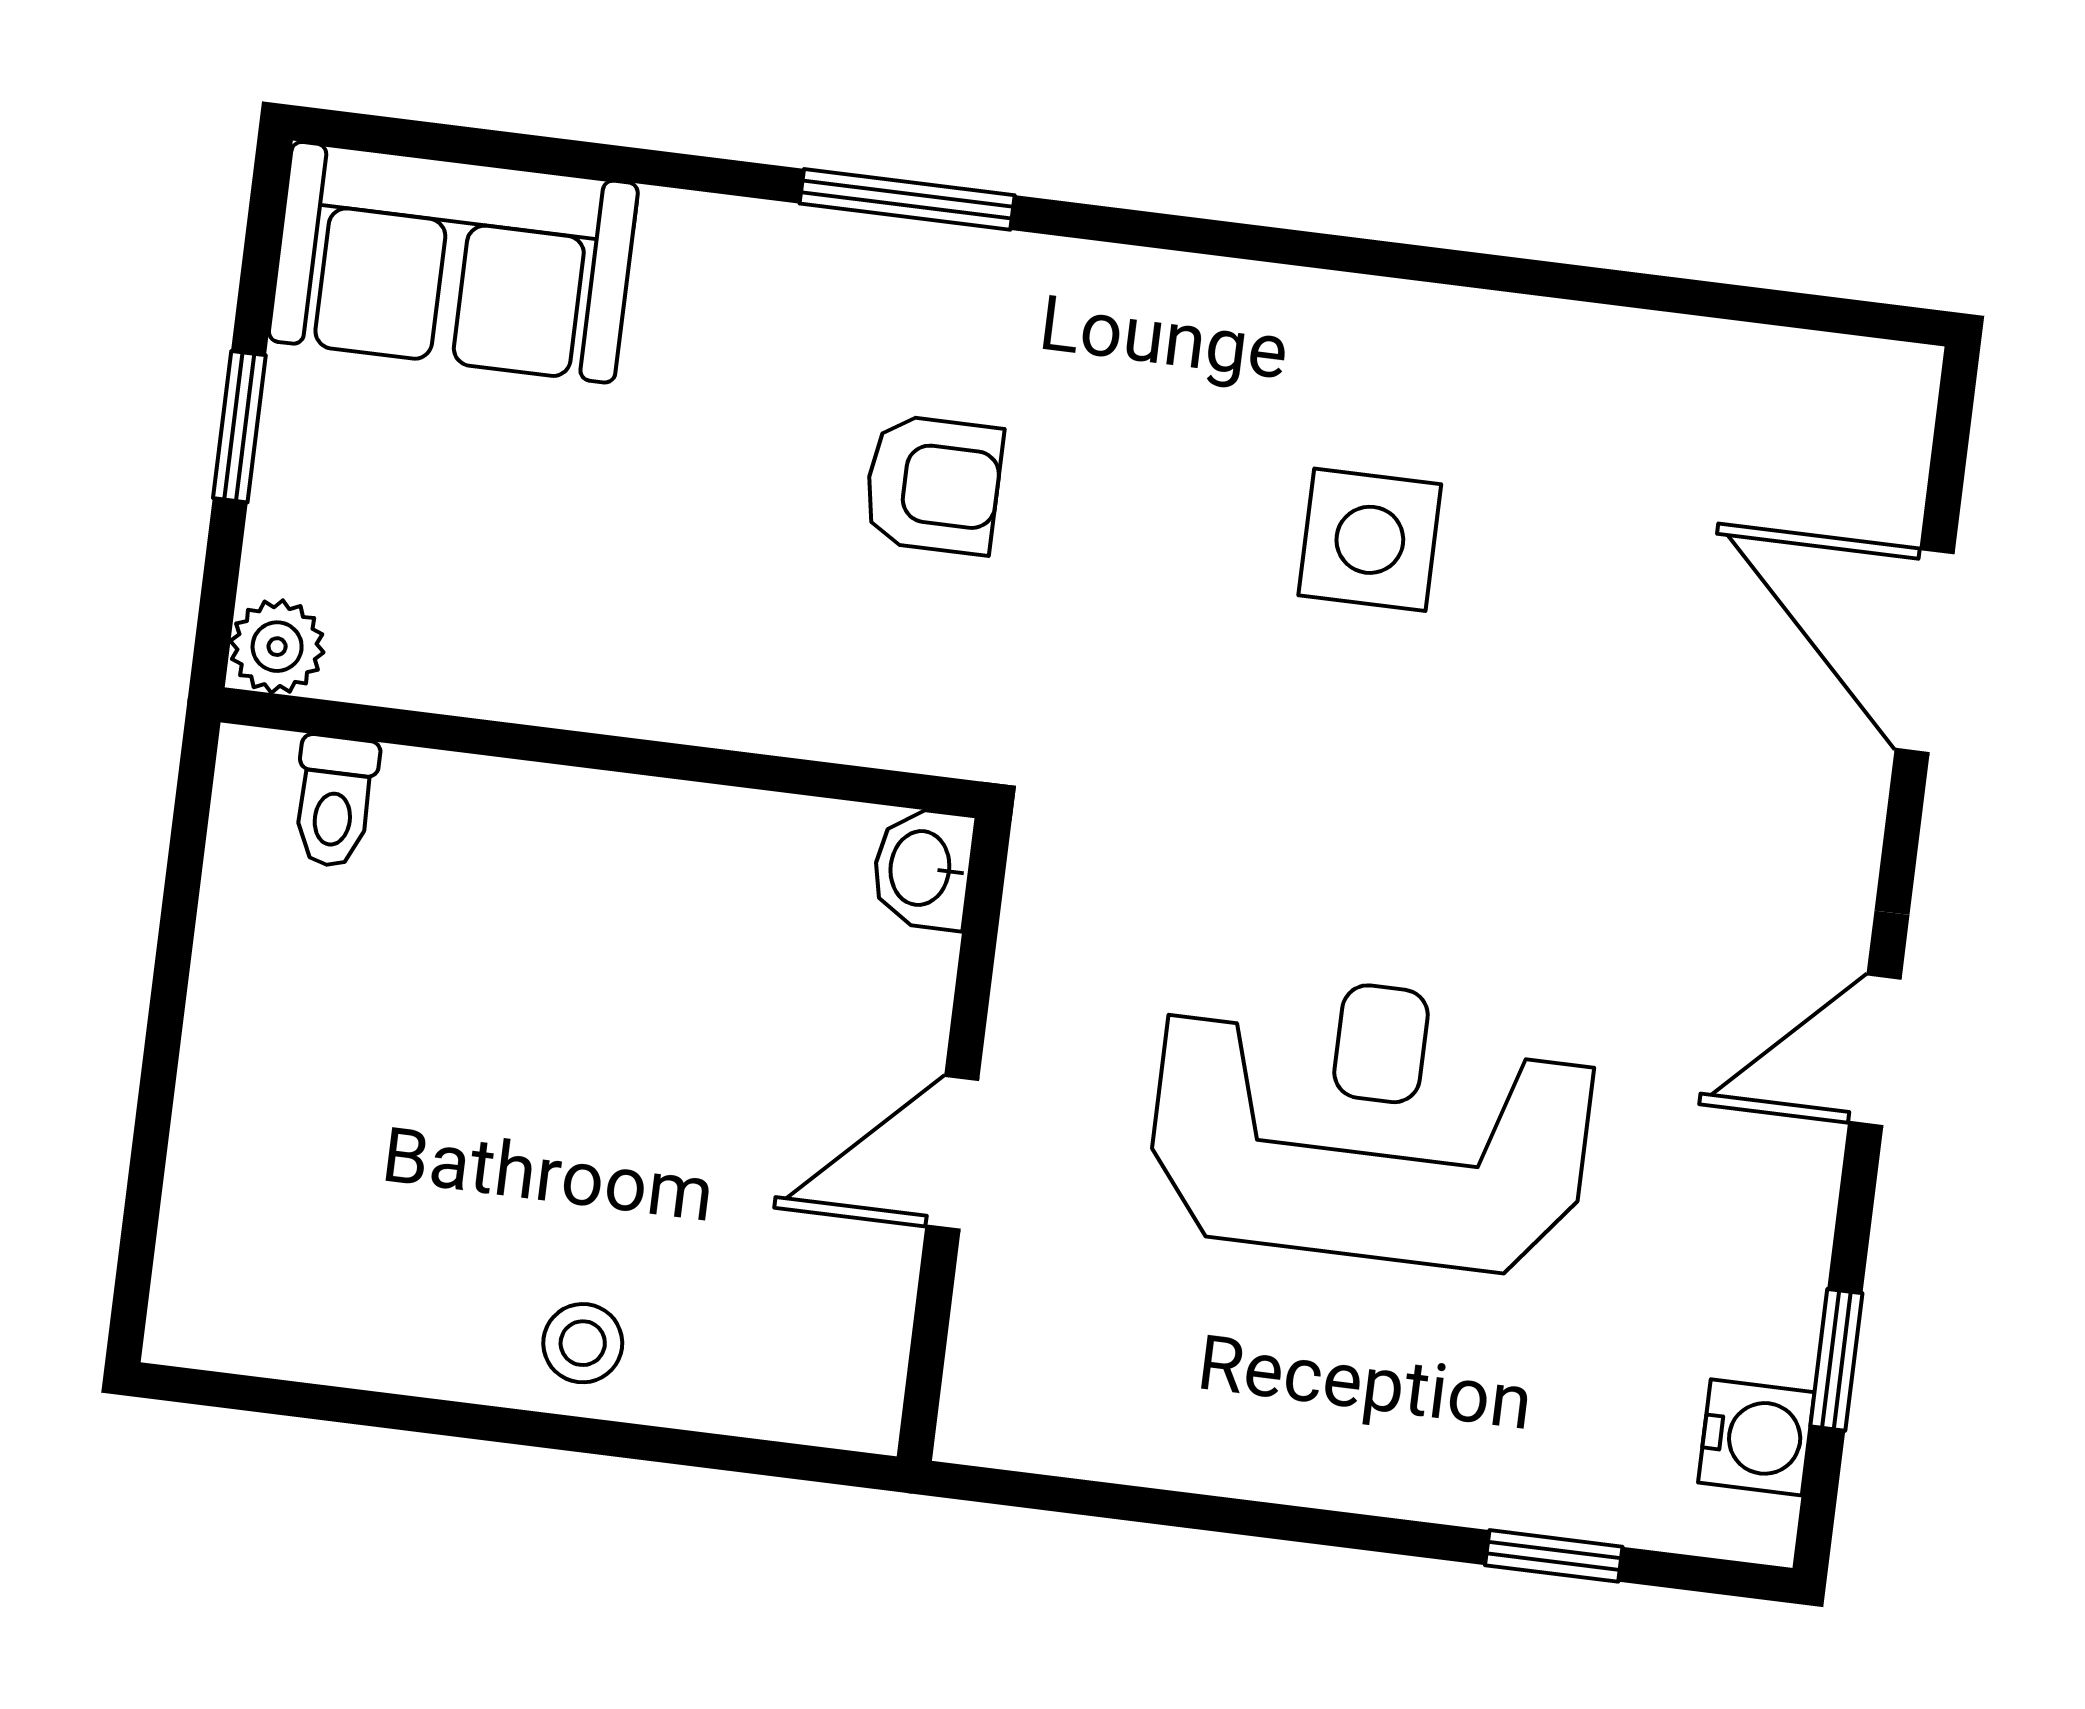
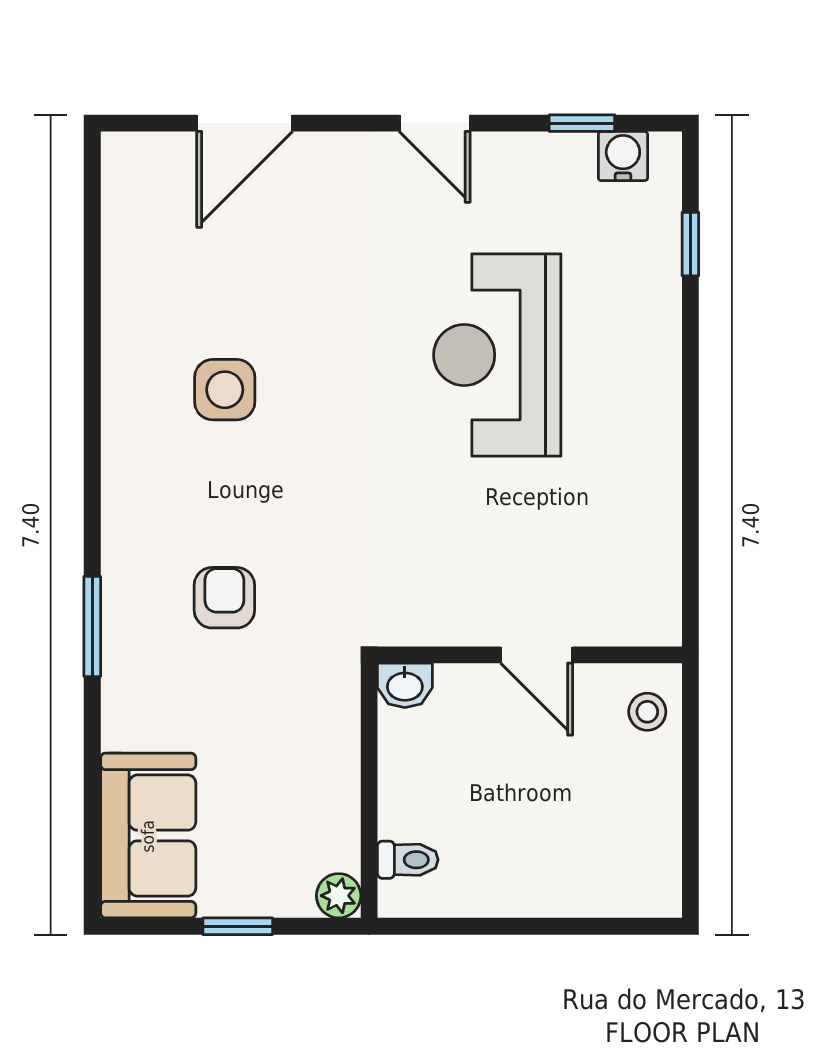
washbasin: (923, 868) -> (405, 685), moved
wall: (954, 1139) -> (530, 655), moved
door: (952, 1153) -> (537, 655), moved

